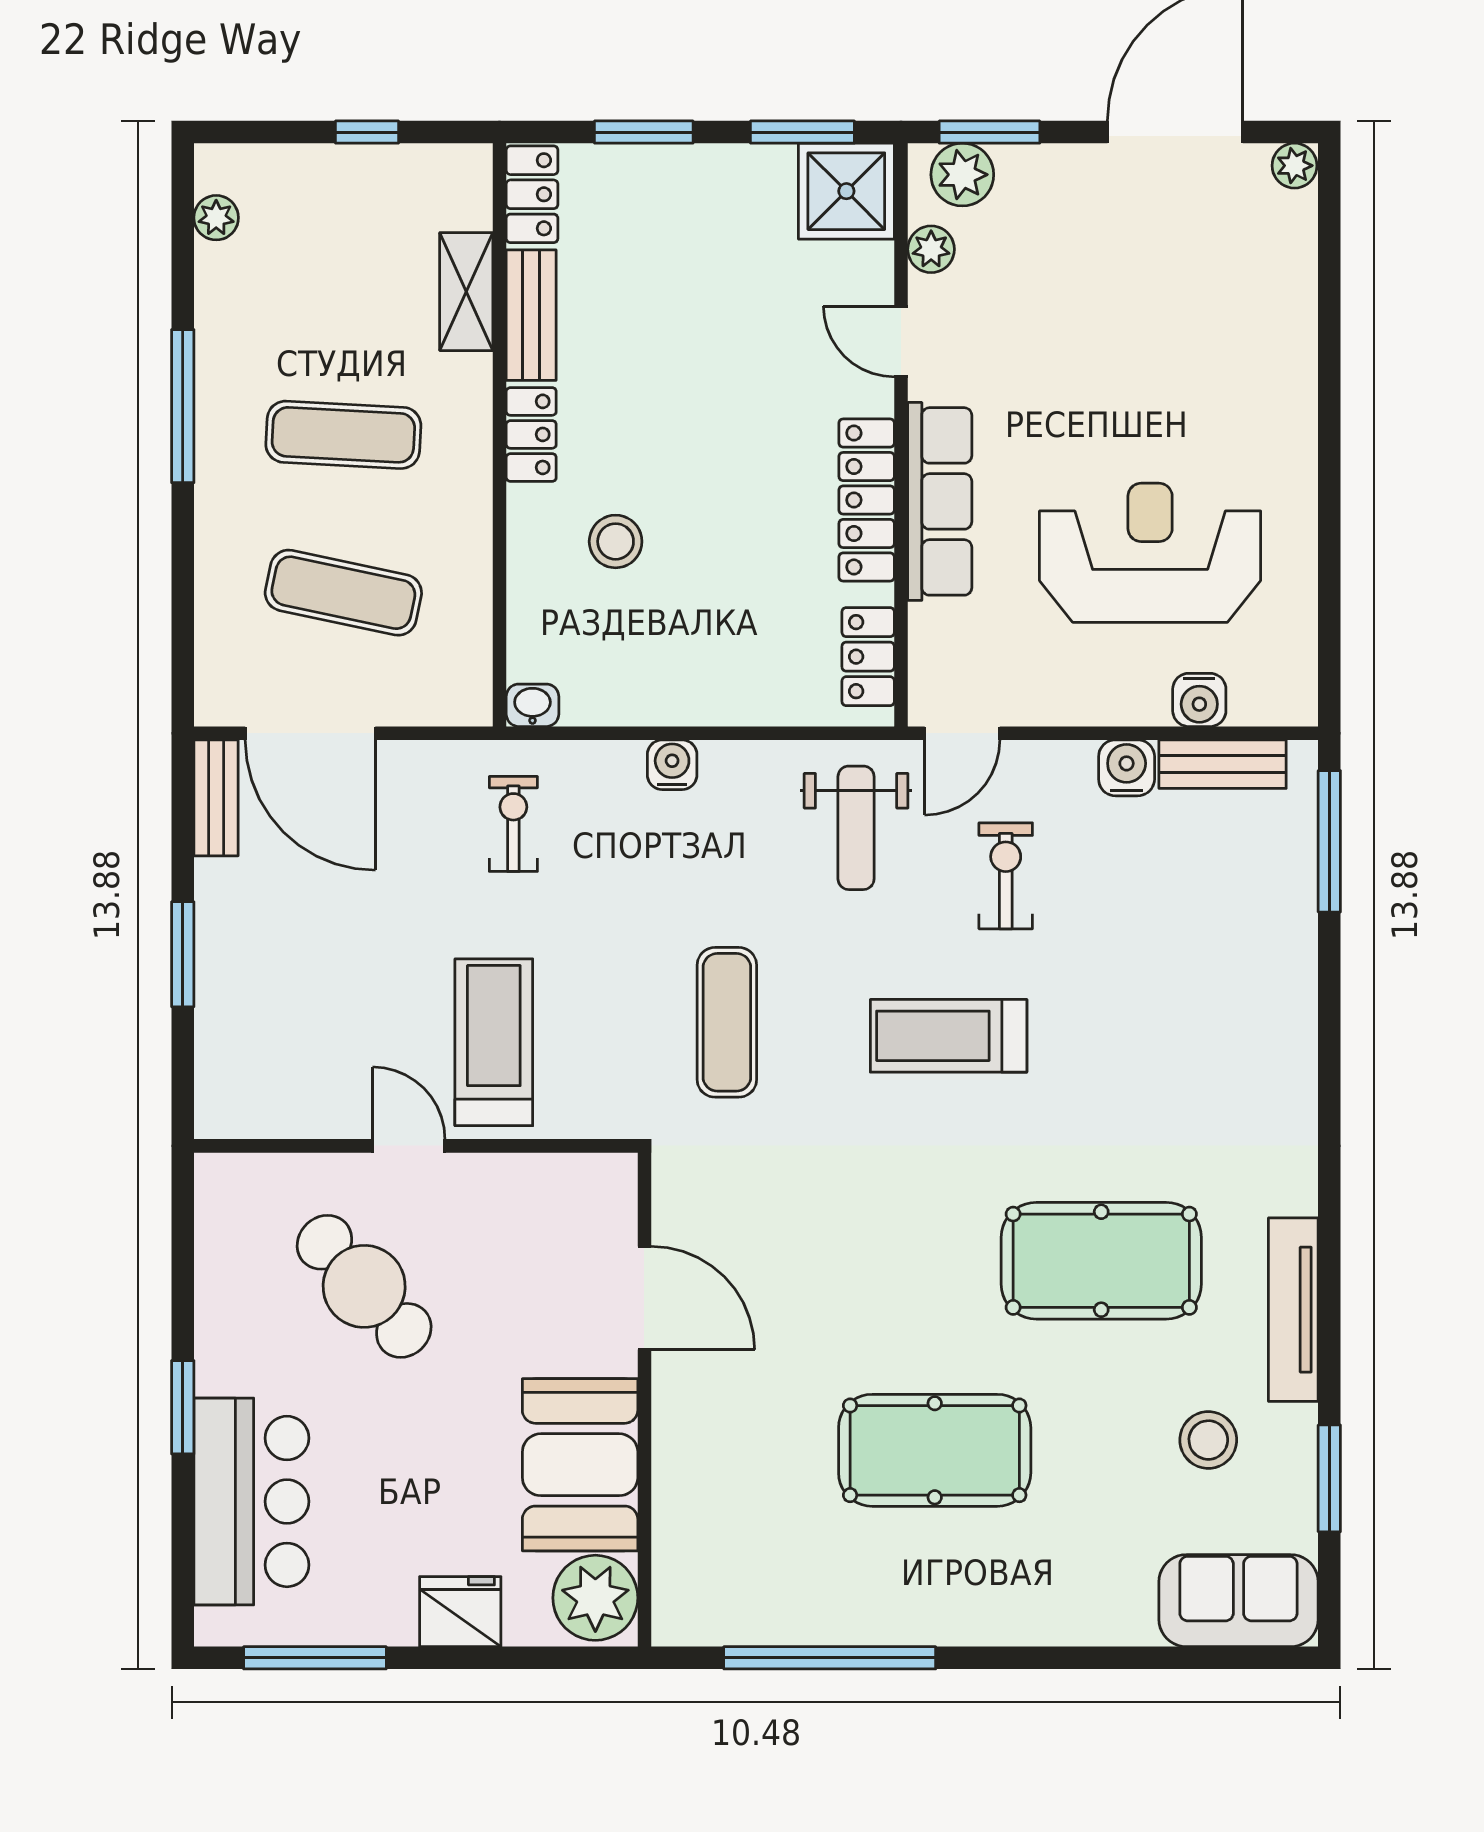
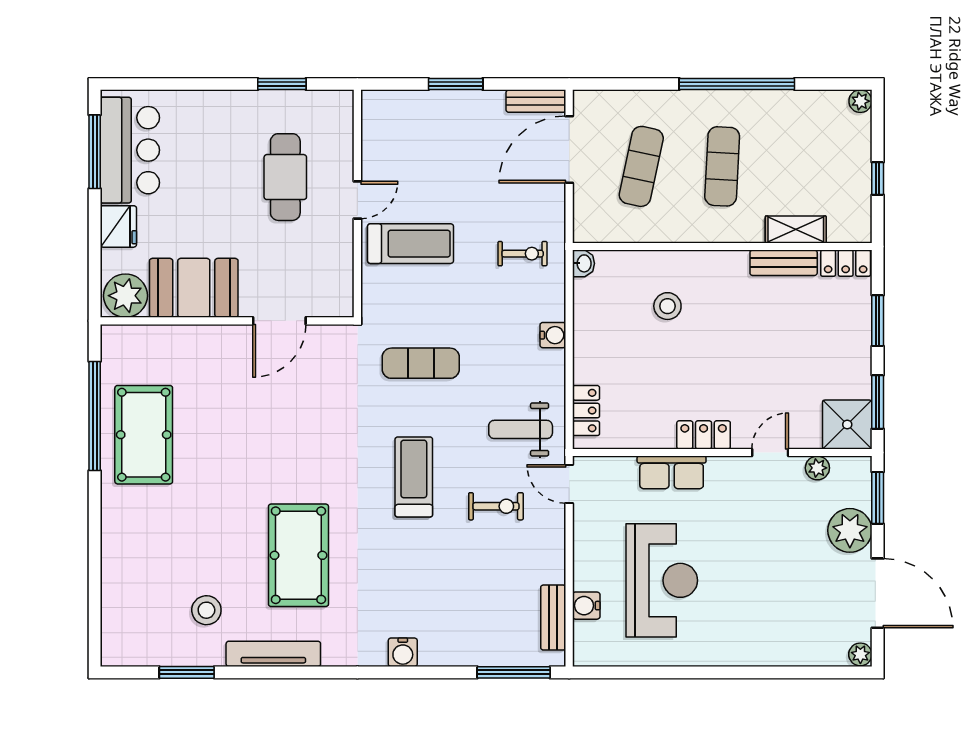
plant: (962, 175) -> (850, 530), moved, width x1.36, depth x1.36
plant: (216, 218) -> (860, 101), moved
window: (183, 406) -> (737, 84), width x1.46
locker: (531, 434) -> (722, 263), removed
locker: (867, 500) -> (704, 435), width x0.66
row of seats: (940, 501) -> (672, 472), width x0.68
locker: (868, 657) -> (586, 411), moved, turned 90
water cooler: (1127, 768) -> (403, 652), moved, turned 90
cafe table: (364, 1286) -> (285, 177), turned -48
window: (183, 1407) -> (282, 84), moved
pool table: (935, 1450) -> (144, 435), moved
bar counter: (251, 1501) -> (130, 150), moved, turned -90
sofa: (1238, 1601) -> (124, 626), removed

